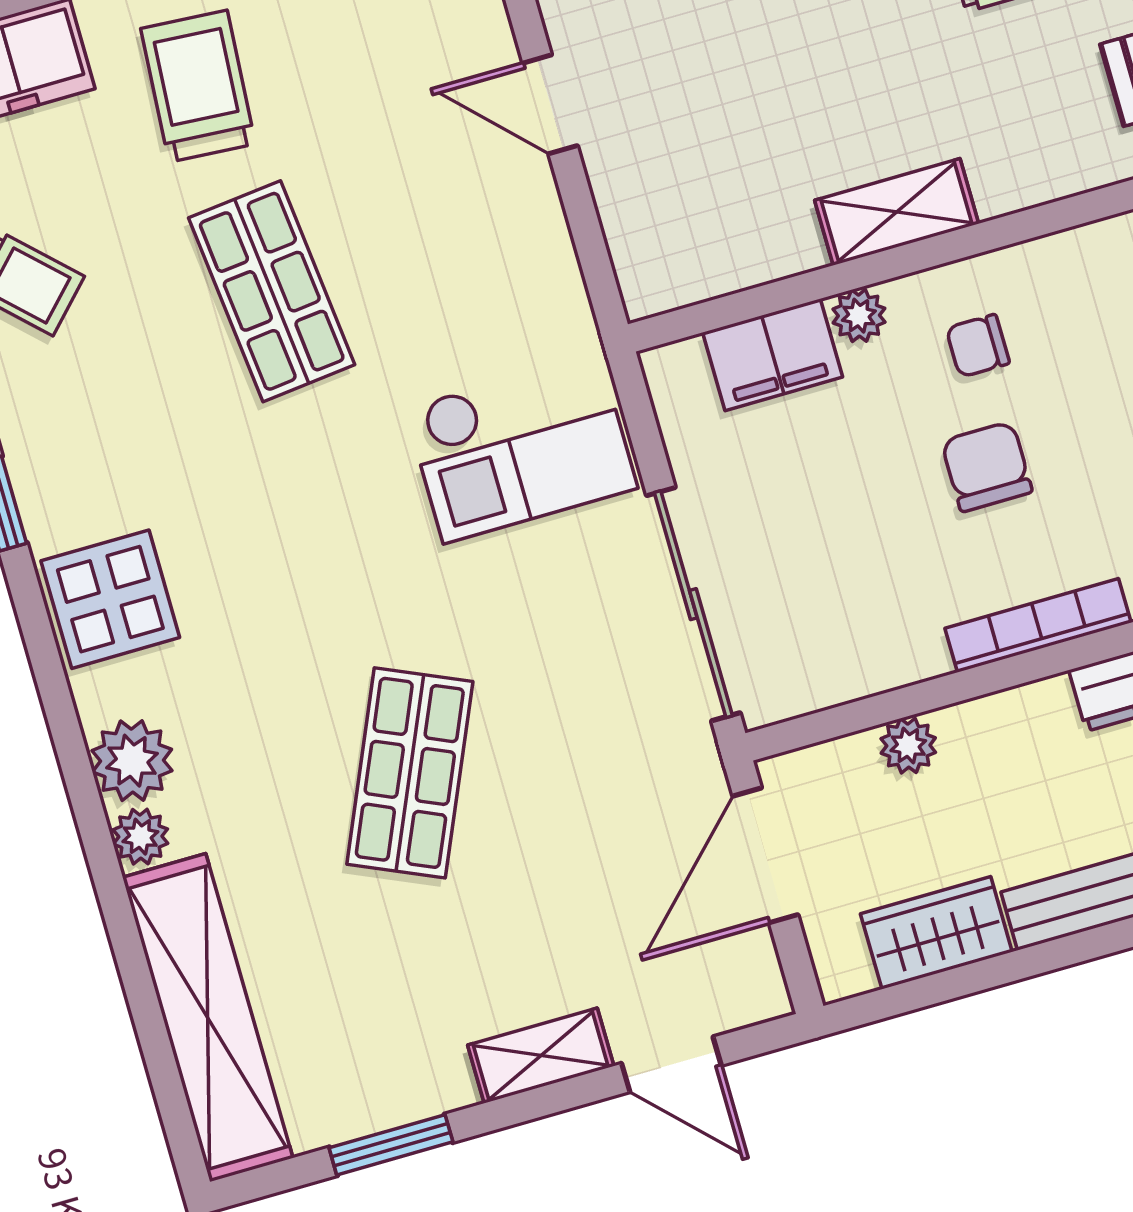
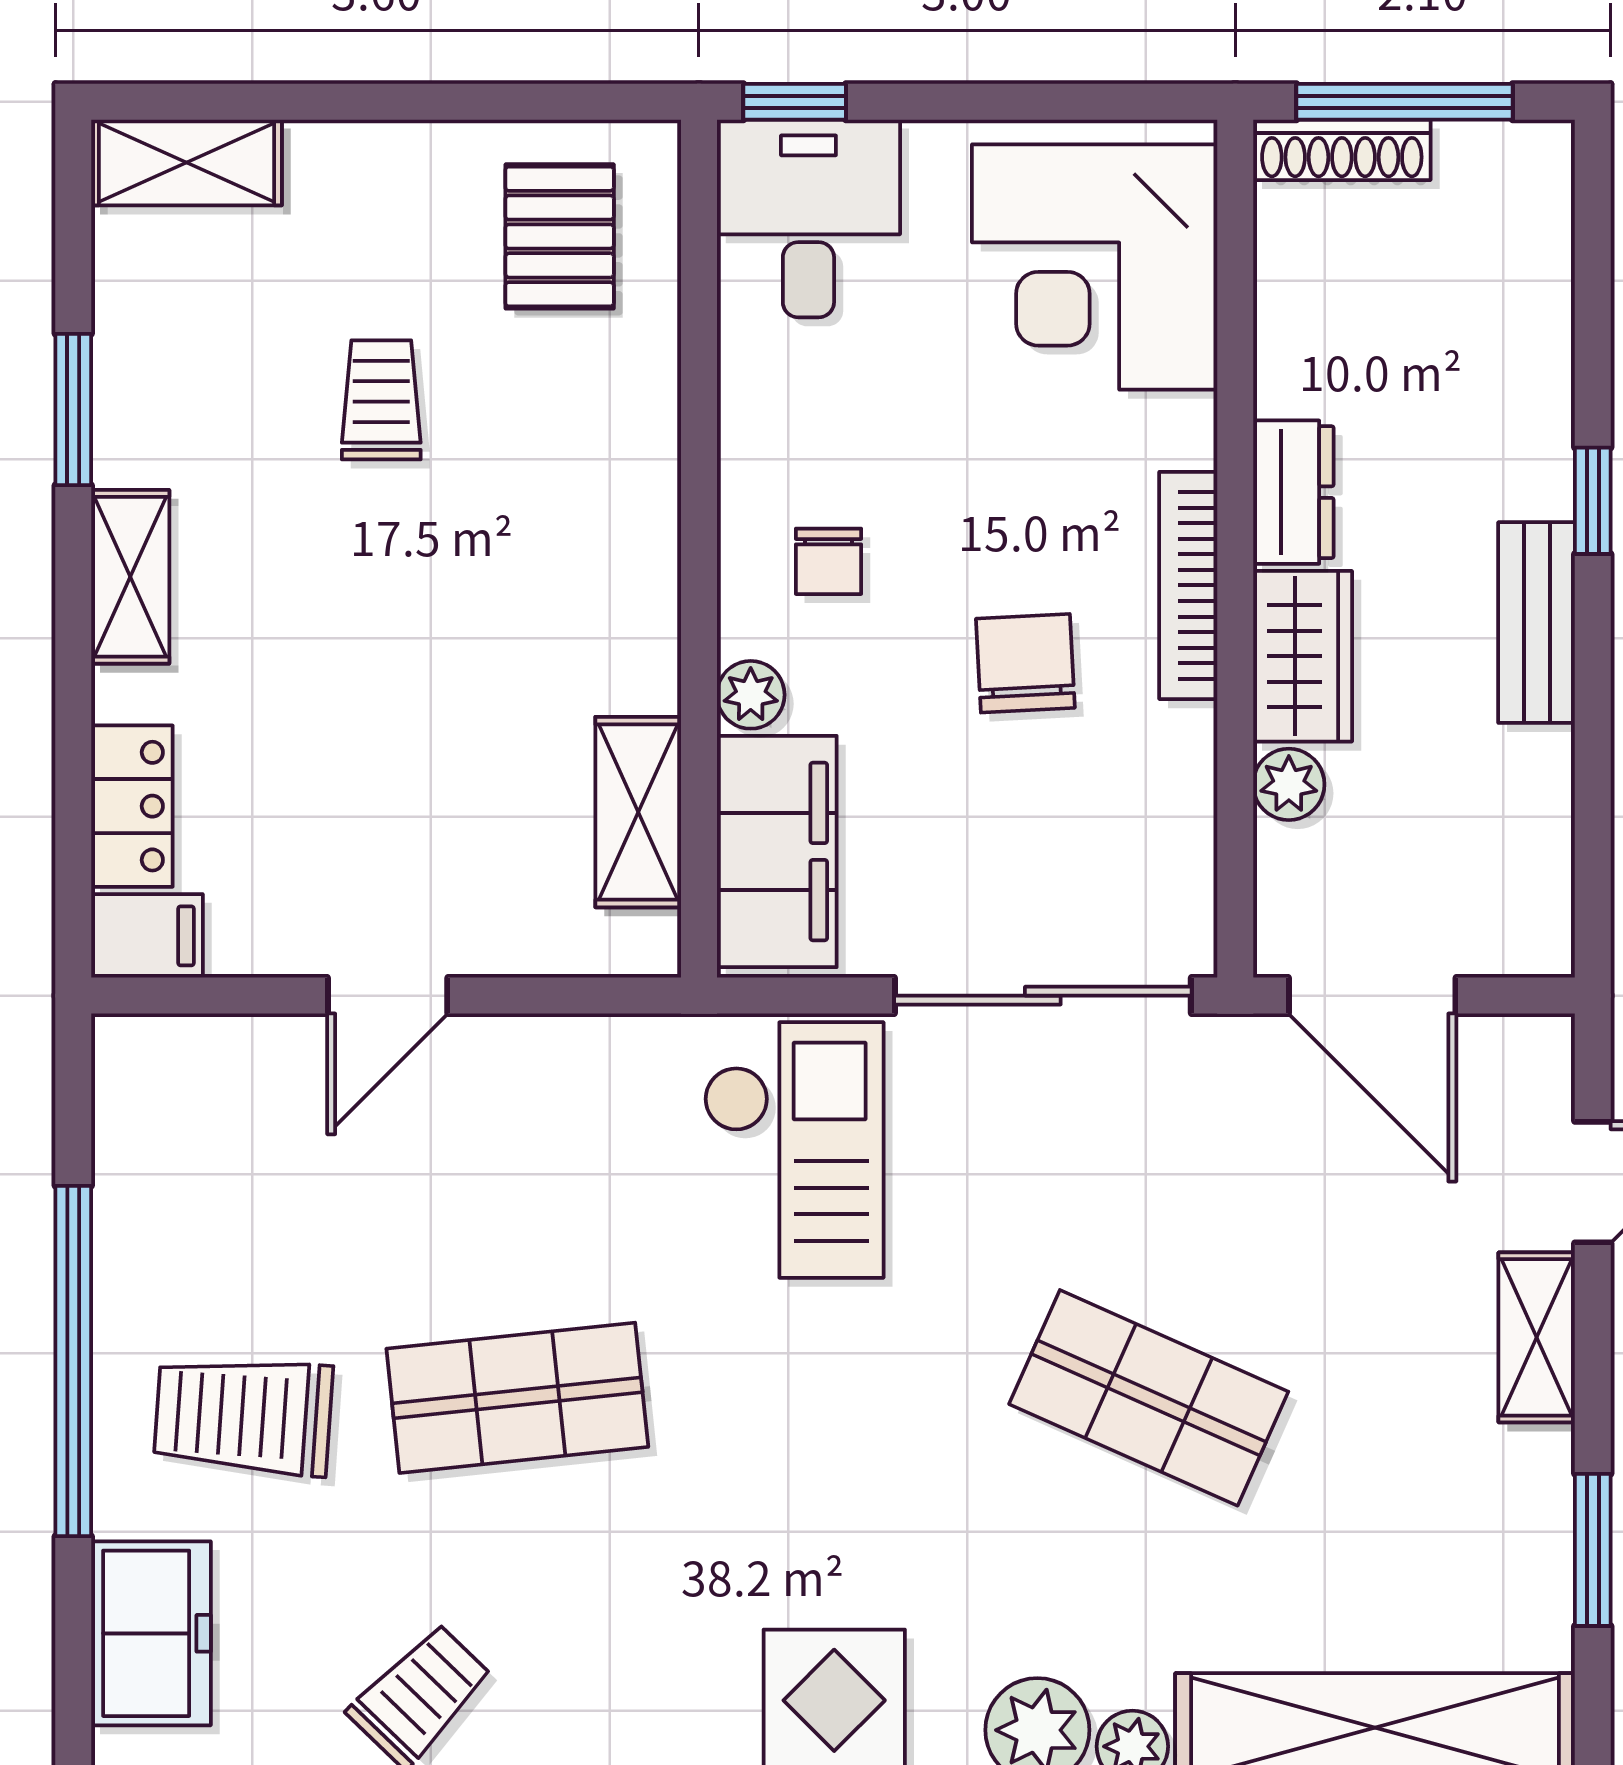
shelving: (897, 212) -> (638, 812), moved
filing cabinet: (773, 355) -> (777, 852), width x1.50, depth x1.17
chair: (987, 467) -> (1025, 663), moved, turned 87
wardrobe: (936, 933) -> (1303, 656), moved, turned 180

